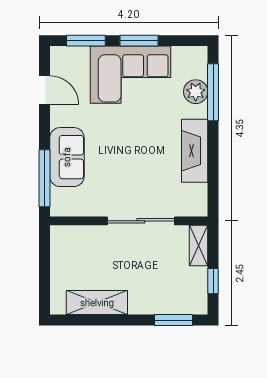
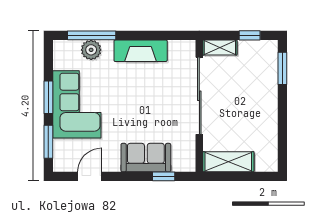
window: (45, 178) -> (164, 176), width x0.46
sliding door: (141, 221) -> (199, 96), width x1.36
shelving: (97, 303) -> (228, 162), moved, turned 90

